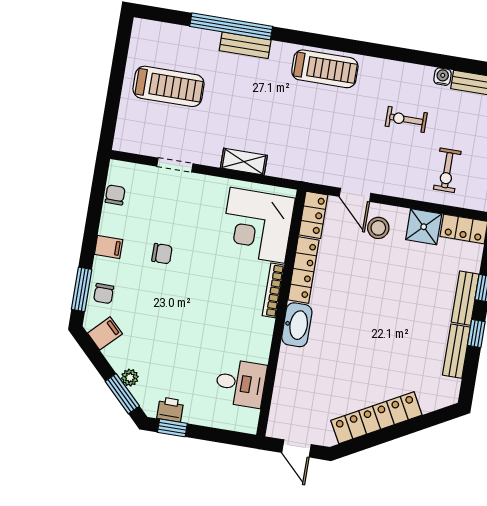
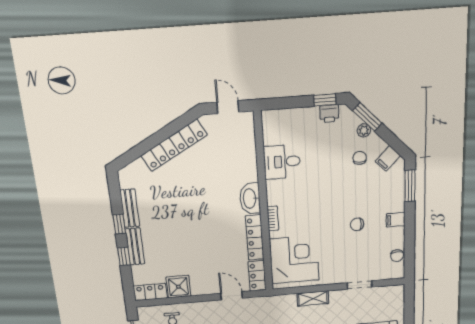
stool: (378, 228) -> (210, 278), removed
bookcase: (273, 290) -> (273, 218), width x0.64
chair: (104, 294) -> (360, 158), moved
desk: (241, 383) -> (282, 162), moved

